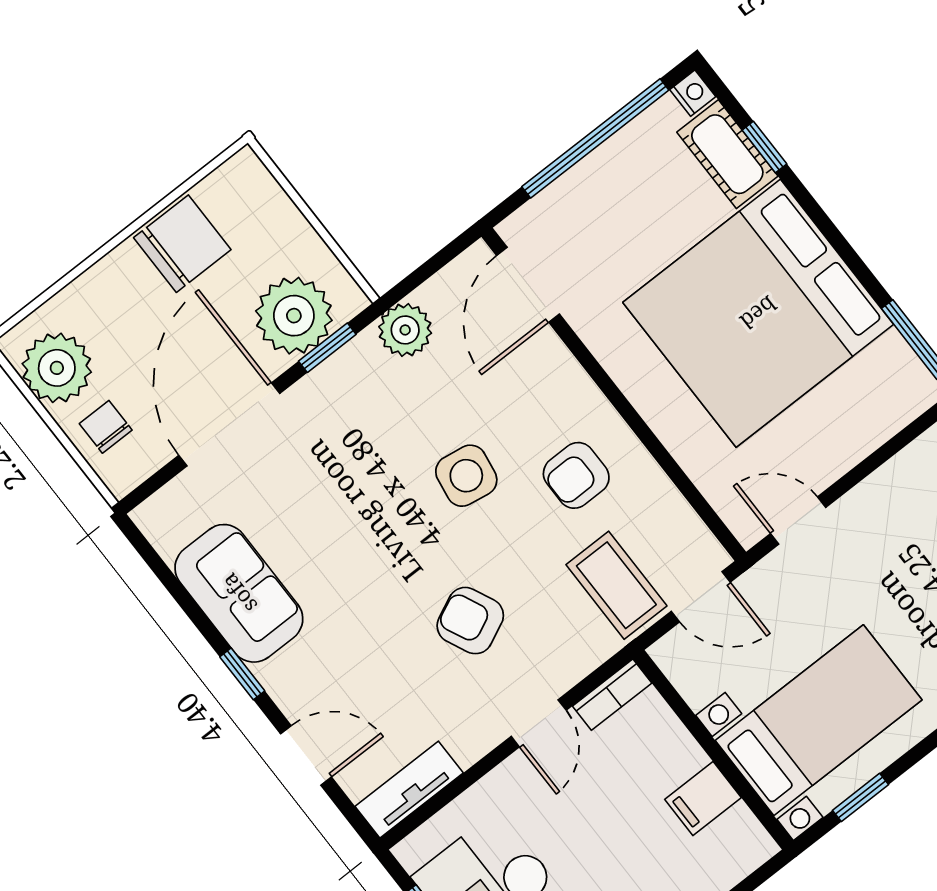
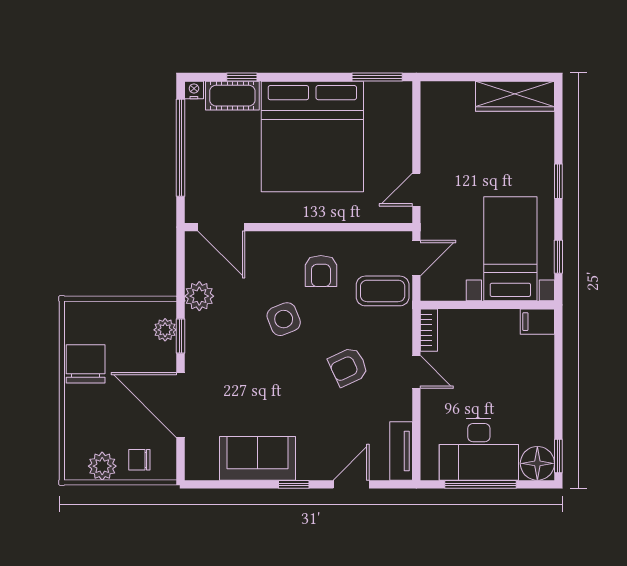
plant: (294, 316) -> (165, 330), width x0.53, depth x0.53
plant: (57, 368) -> (102, 466), width x0.73, depth x0.73
side table: (466, 476) -> (284, 319), turned -31
filing cabinet: (703, 798) -> (537, 322), moved, turned 90

